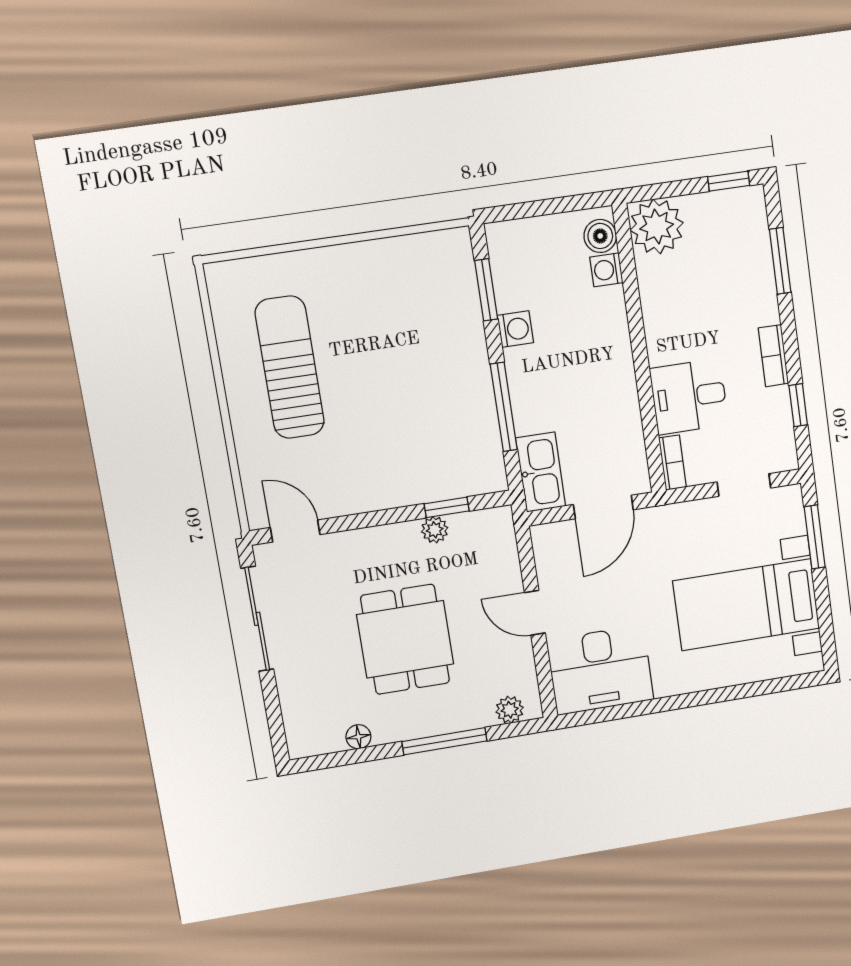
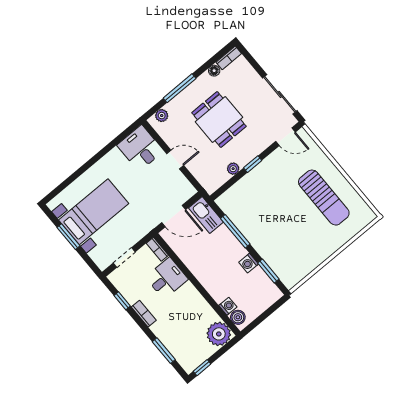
window: (447, 507) -> (253, 164), moved
door: (603, 507) -> (174, 216), swing flipped
window: (815, 537) -> (68, 237), moved
desk: (600, 670) -> (140, 148), width x0.73
bookcase: (315, 745) -> (229, 58), added

